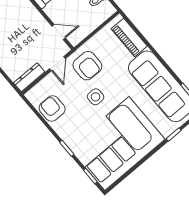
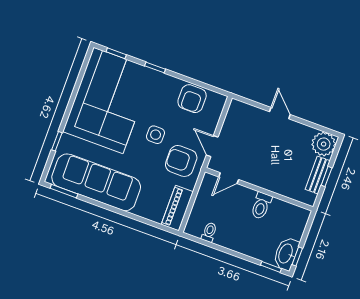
piano: (129, 37) -> (177, 208), moved, turned -90
dresser: (29, 77) -> (232, 117), removed
armchair: (52, 109) -> (192, 99), turned 90

